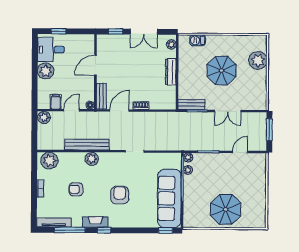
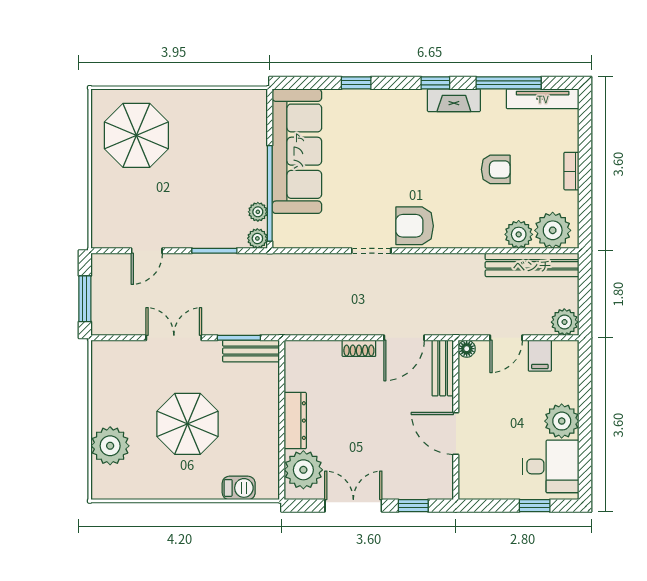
plant: (171, 44) -> (303, 470), width x1.87, depth x1.87
door: (95, 65) -> (456, 433), swing flipped
bench: (87, 145) -> (532, 265), moved
plant: (92, 159) -> (519, 234), moved
armchair: (120, 195) -> (415, 226), moved, turned 90
parasol: (226, 209) -> (136, 135), moved
window: (166, 230) -> (356, 83), moved

